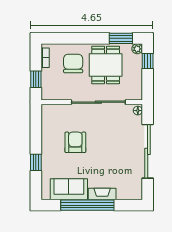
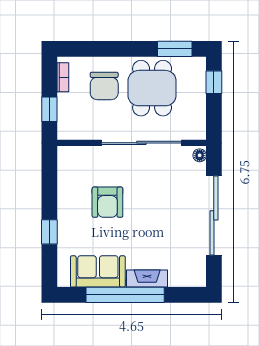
plant: (137, 49) -> (199, 64), removed
chair: (73, 64) -> (104, 86), turned 180
armchair: (75, 142) -> (107, 202), turned 180

